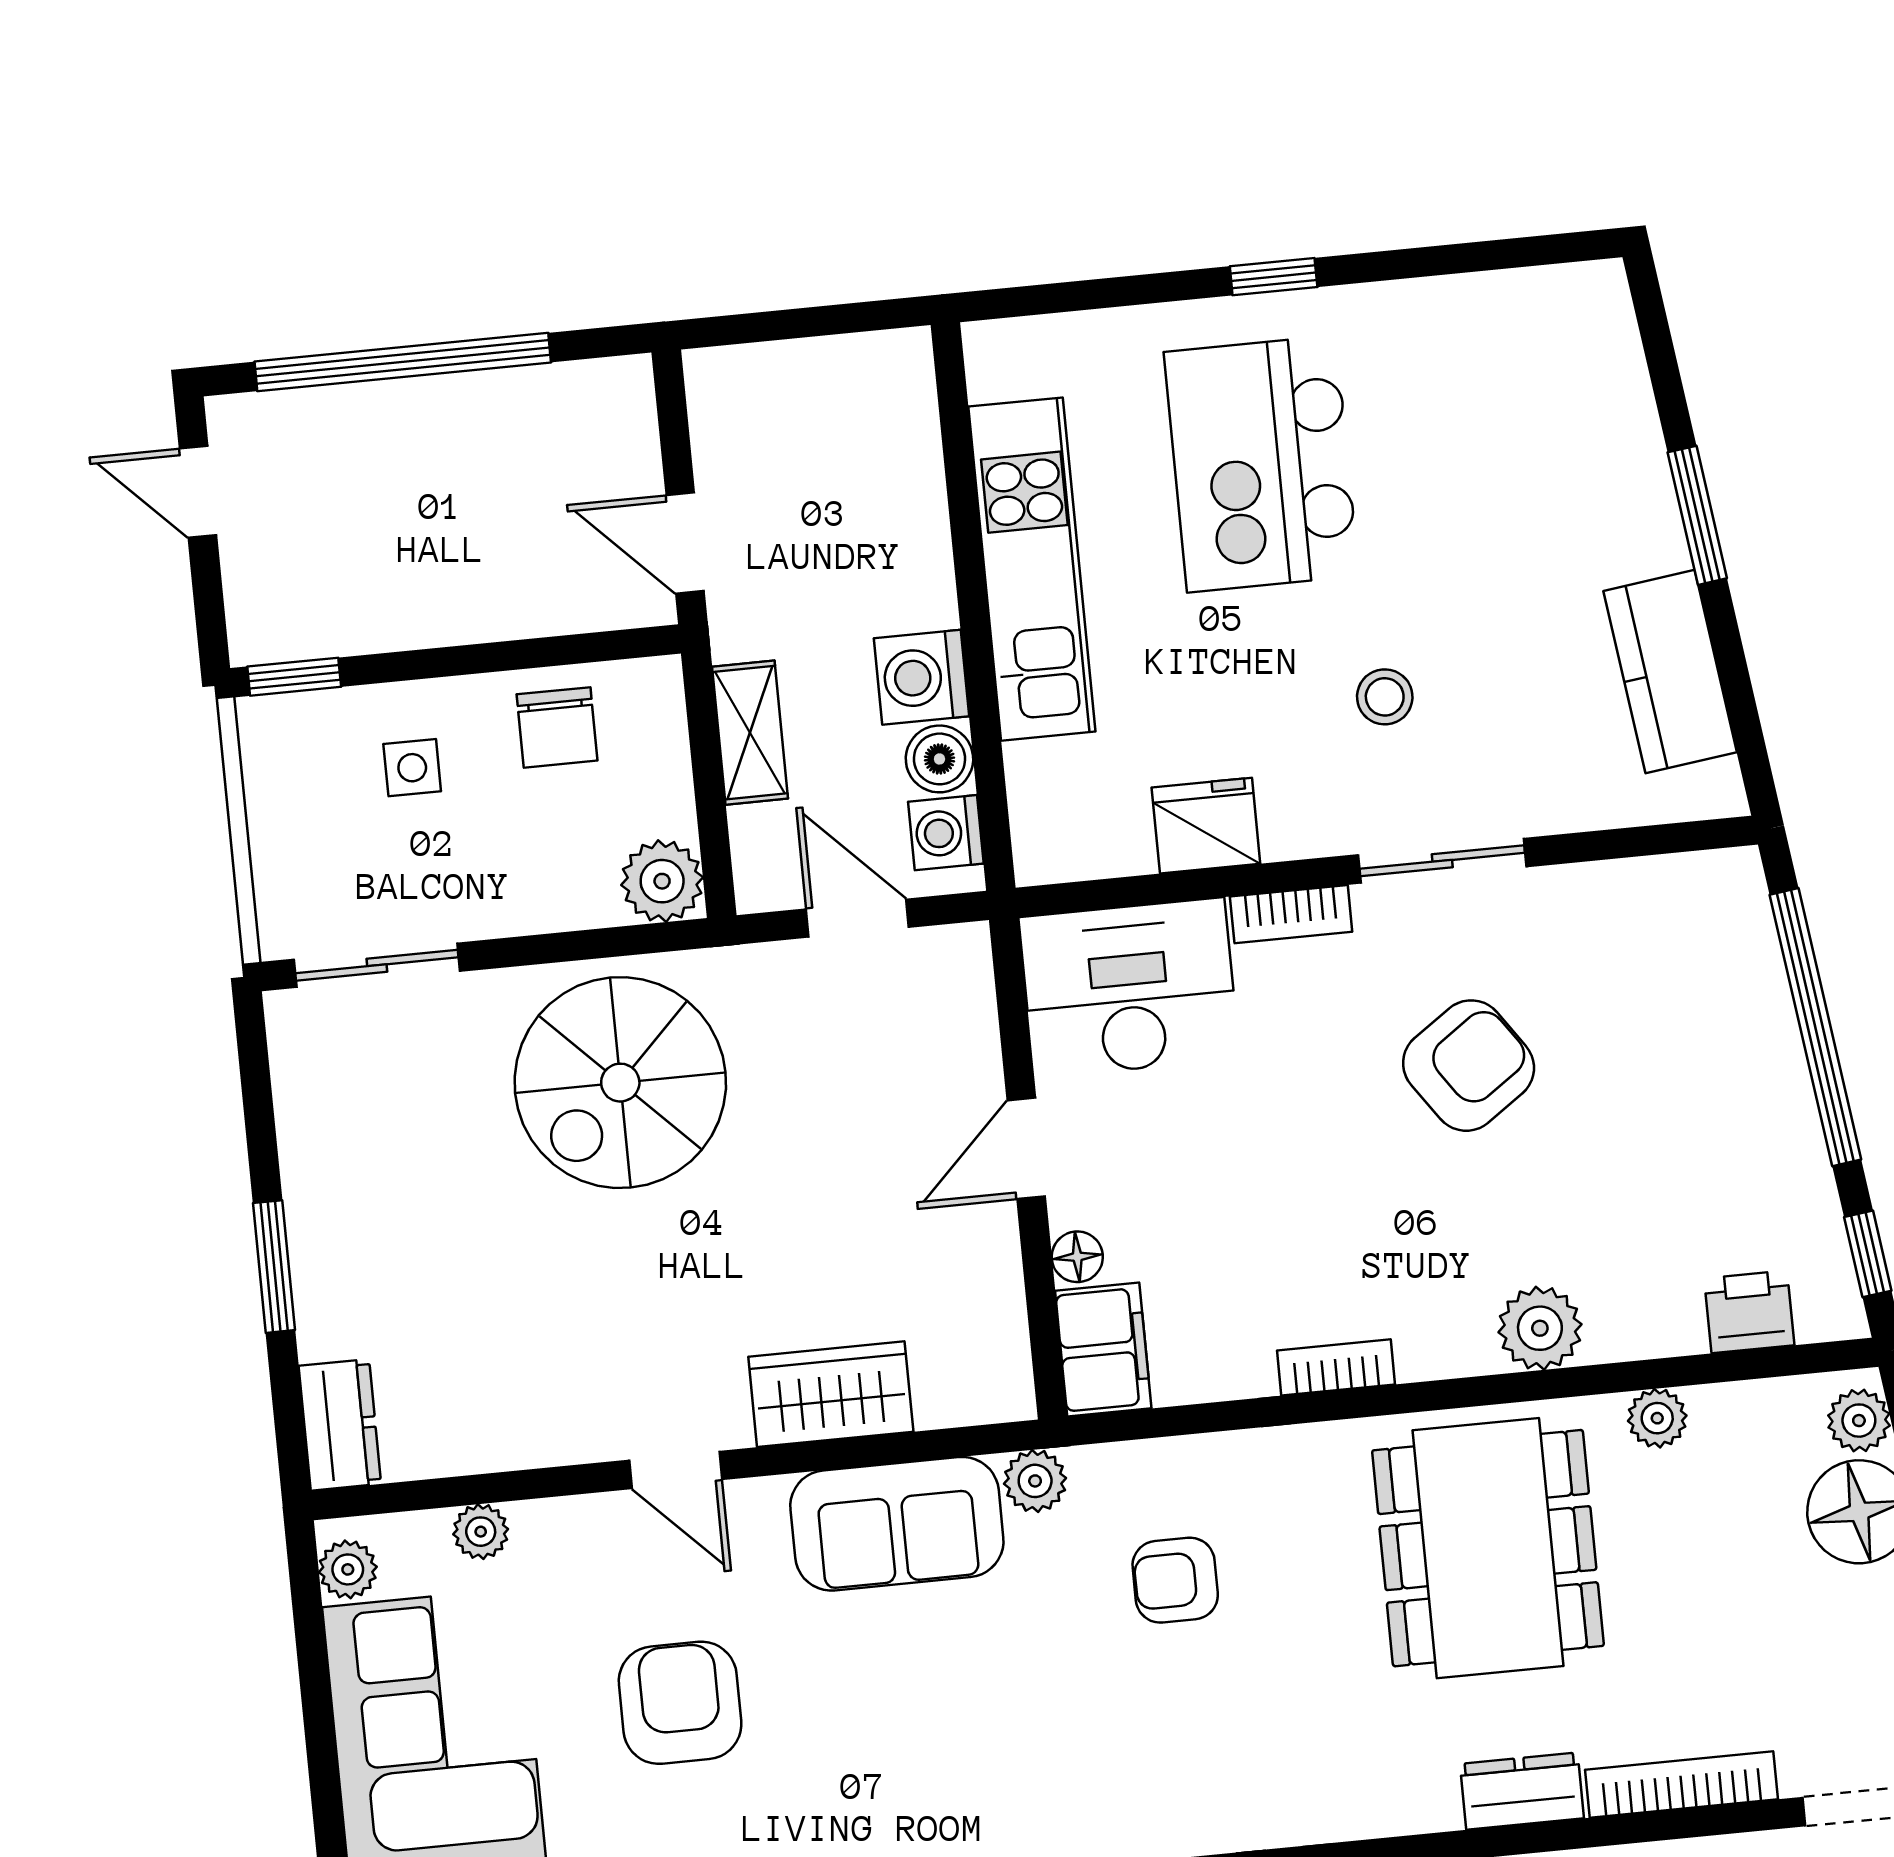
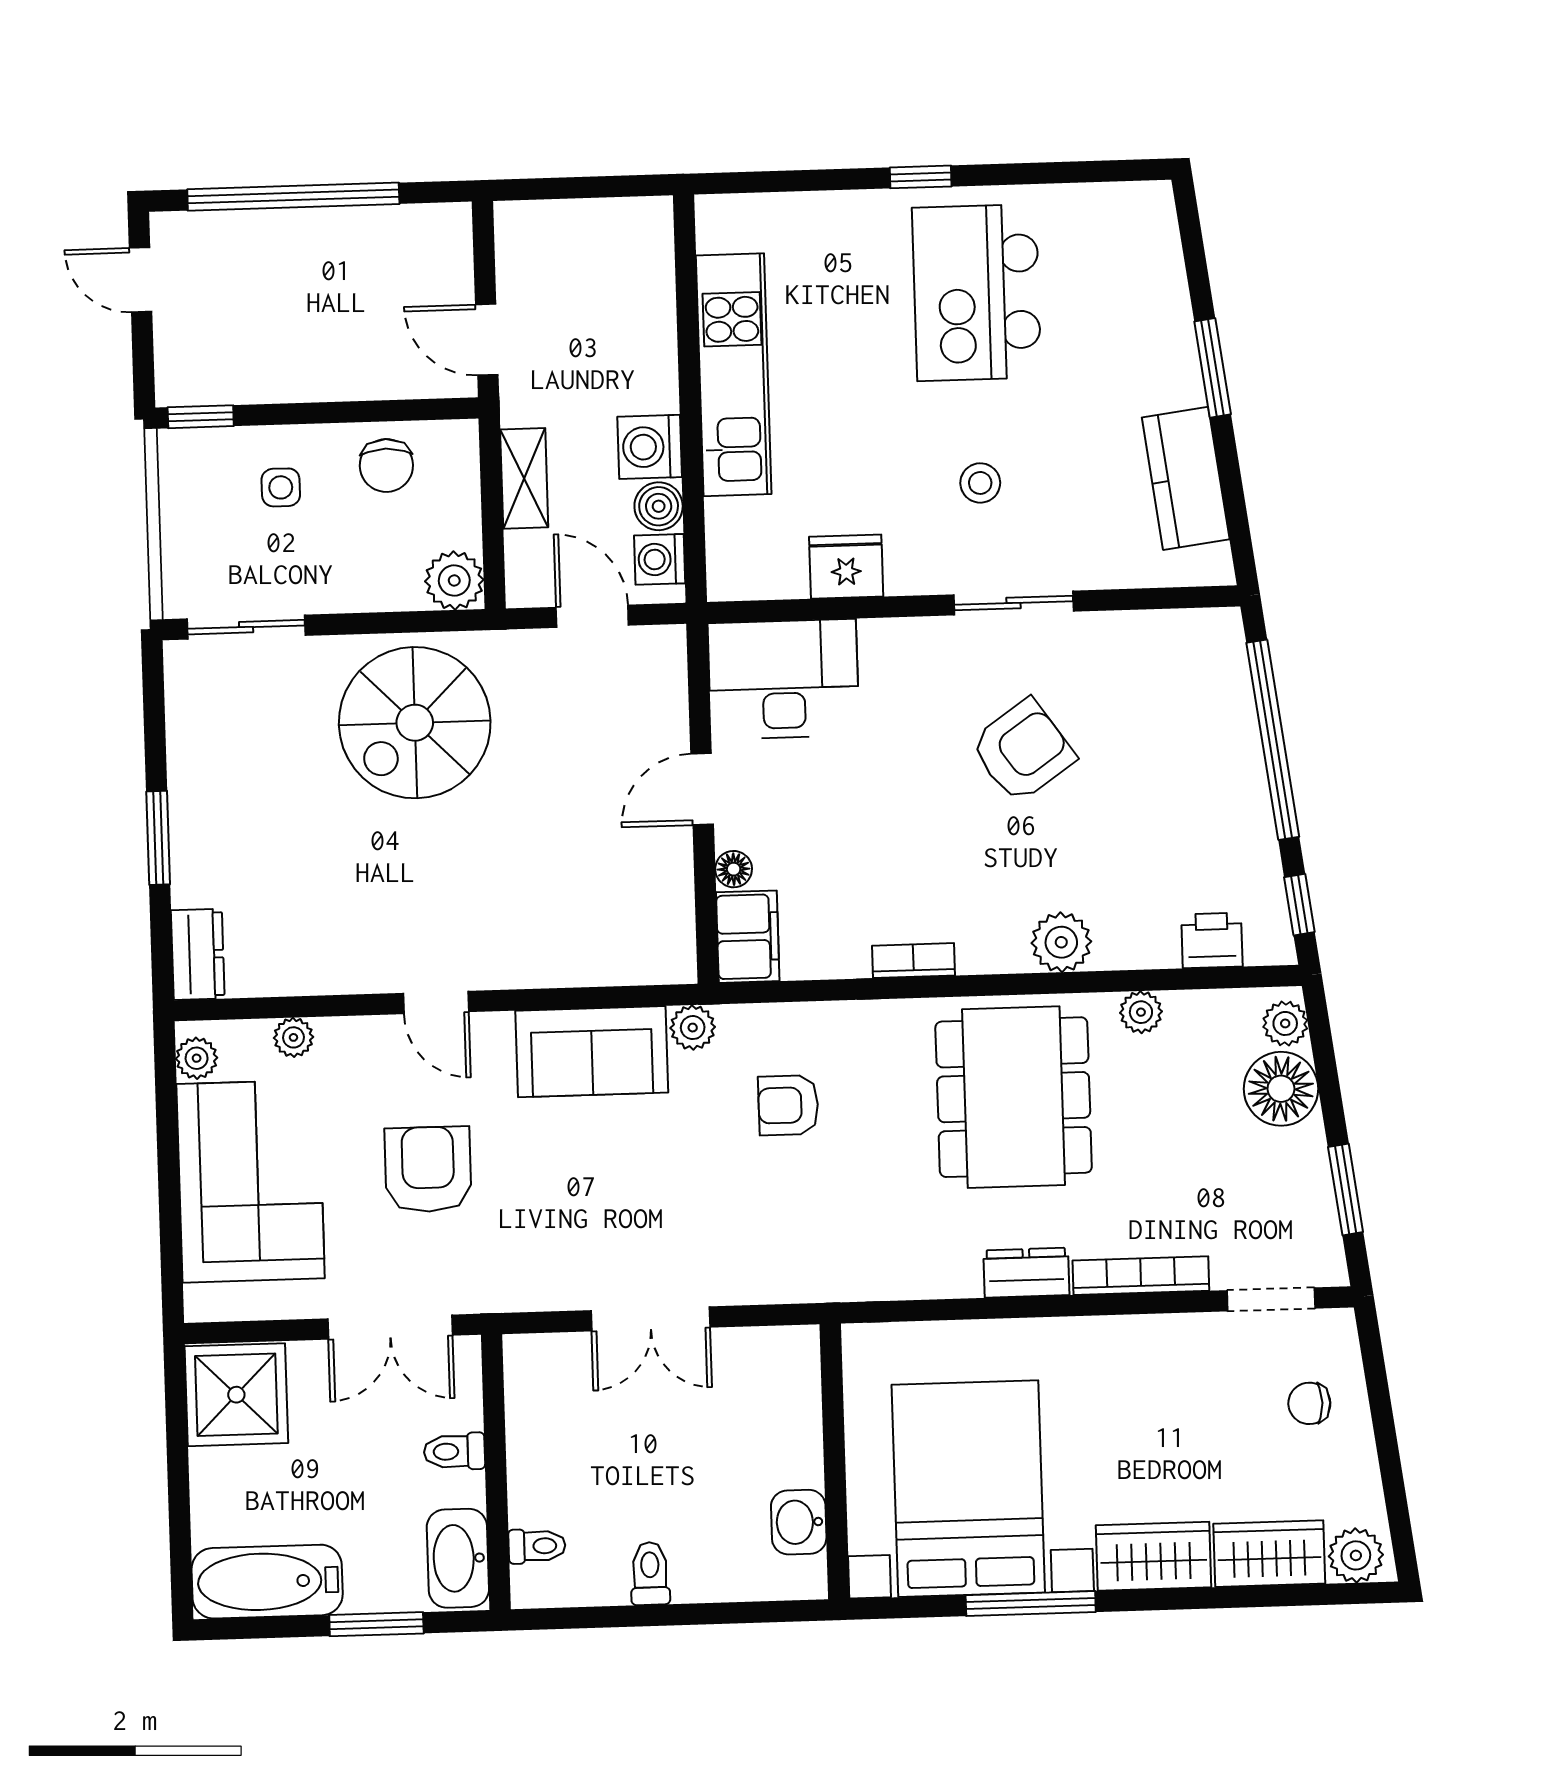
kitchen island: (1261, 464) -> (977, 293), moved
bookcase: (1291, 914) -> (903, 634), removed
wardrobe: (831, 1394) -> (551, 956), removed

